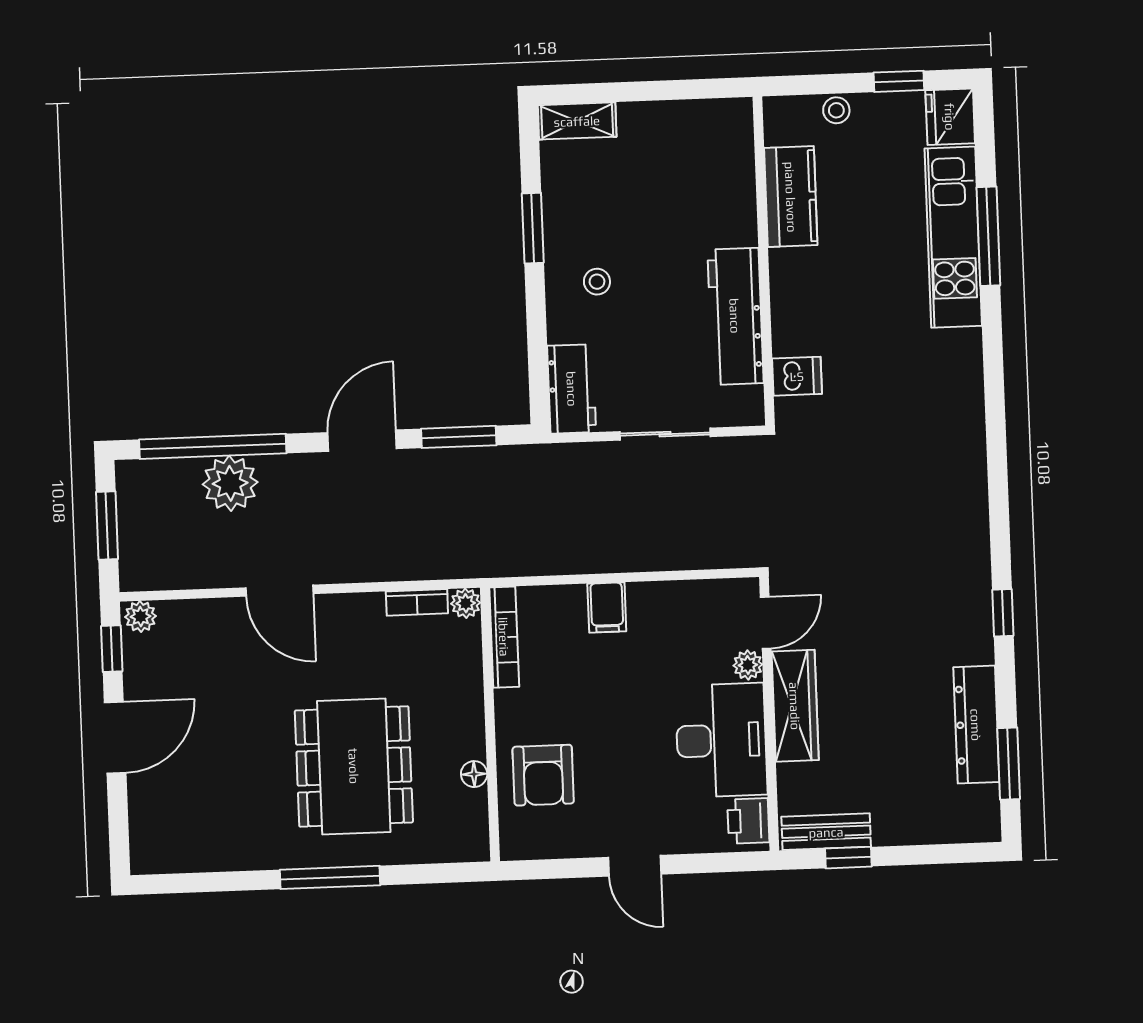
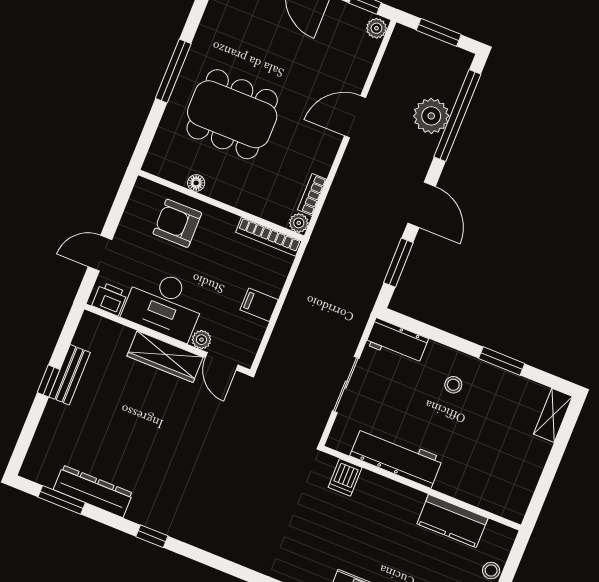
door: (766, 623) -> (222, 361), moved
plant: (748, 665) -> (201, 340), moved
wardrobe: (795, 706) -> (165, 357), moved
wall: (769, 714) -> (167, 339), moved
desk: (721, 740) -> (164, 304), moved
printer: (748, 821) -> (110, 299), moved

